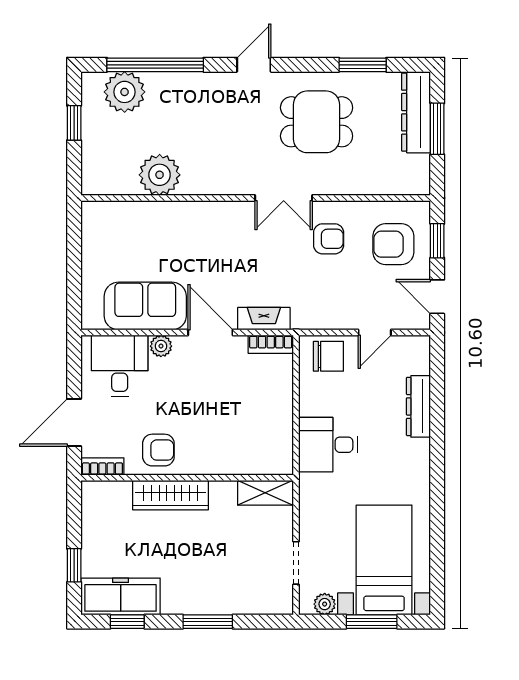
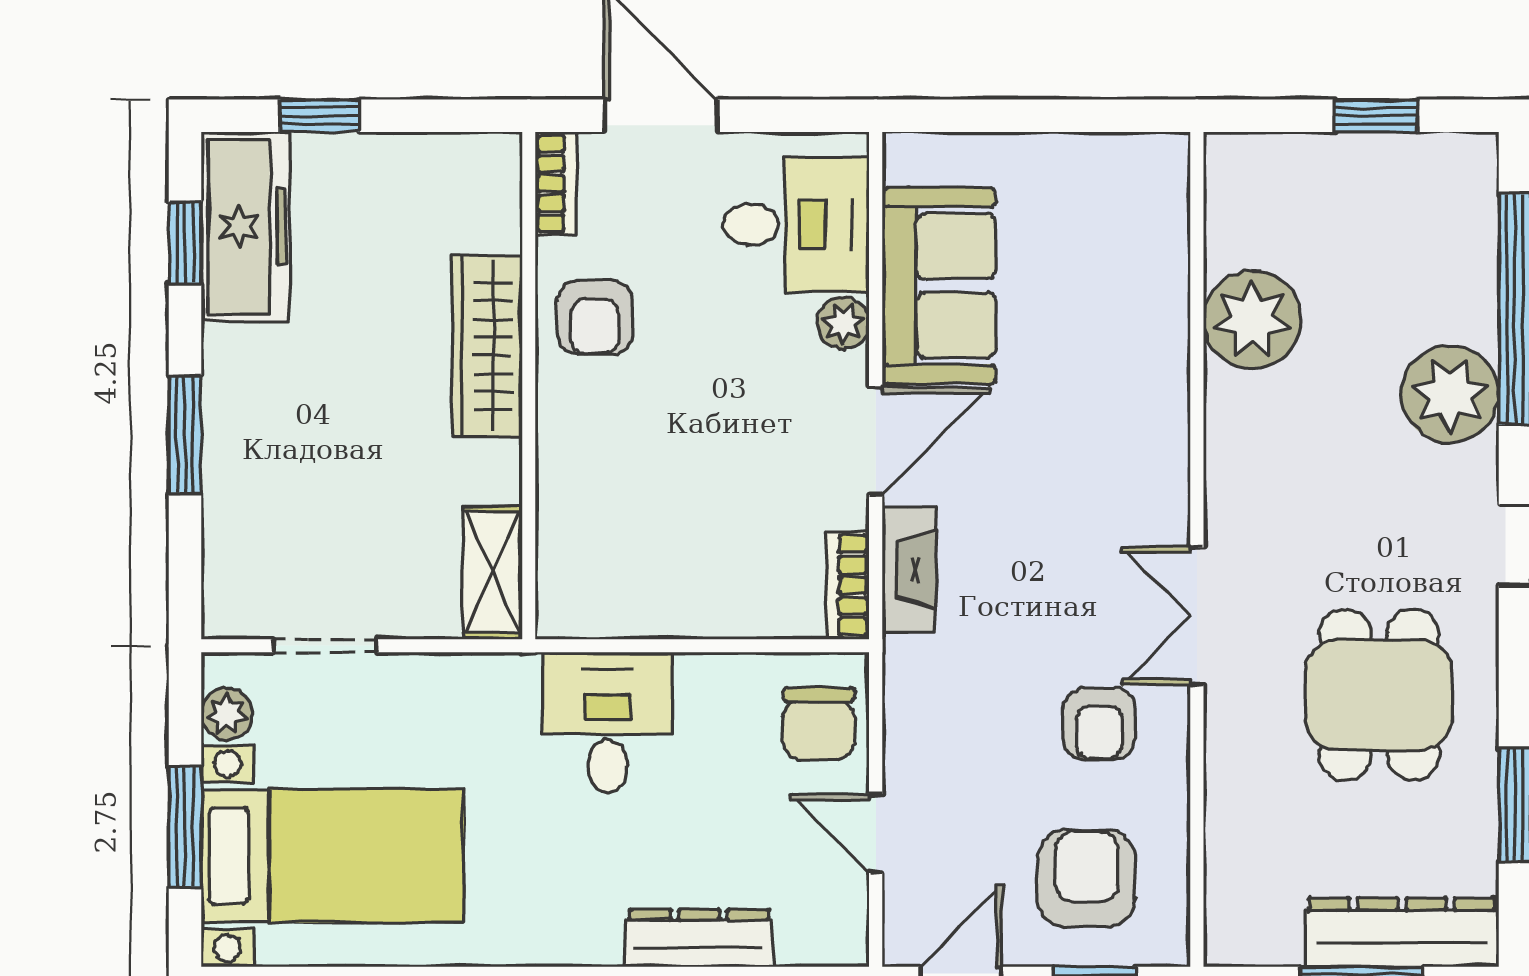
plant: (125, 92) -> (1450, 394), moved

